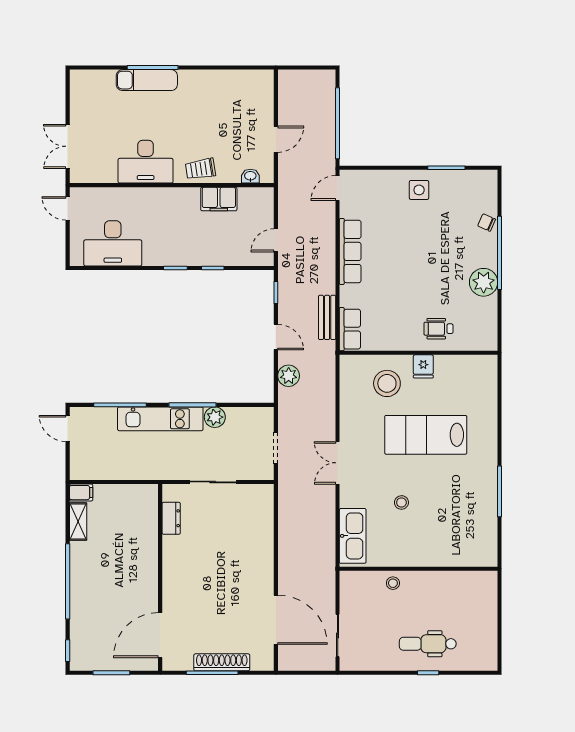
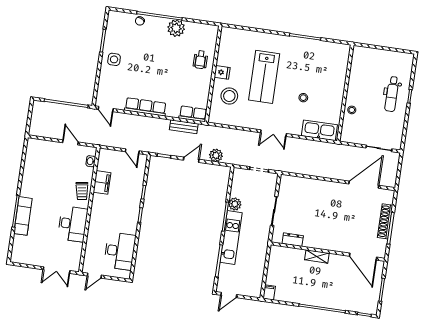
shelving: (78, 522) -> (317, 256), moved

